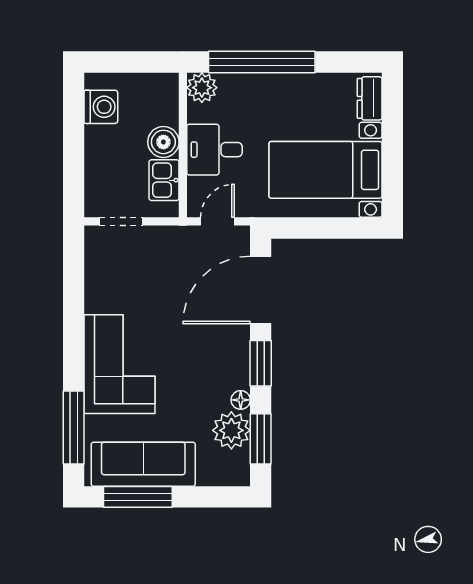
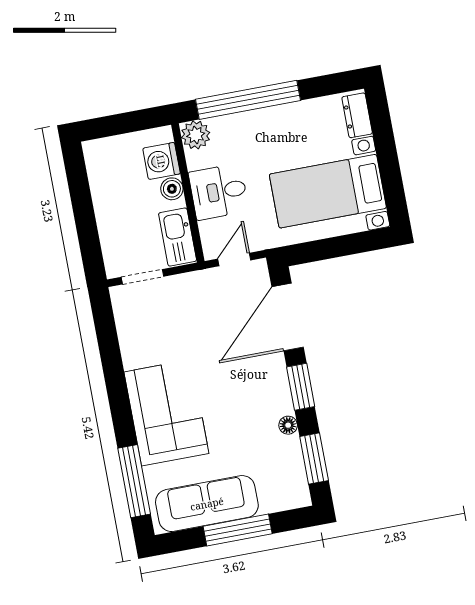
washing machine: (101, 107) -> (161, 161), moved, turned 180
boiler: (163, 142) -> (172, 189), width x0.73, depth x0.73
kitchen sink: (164, 180) -> (178, 237), width x1.38
plant: (231, 430) -> (285, 456), removed
window: (138, 497) -> (238, 530), moved

